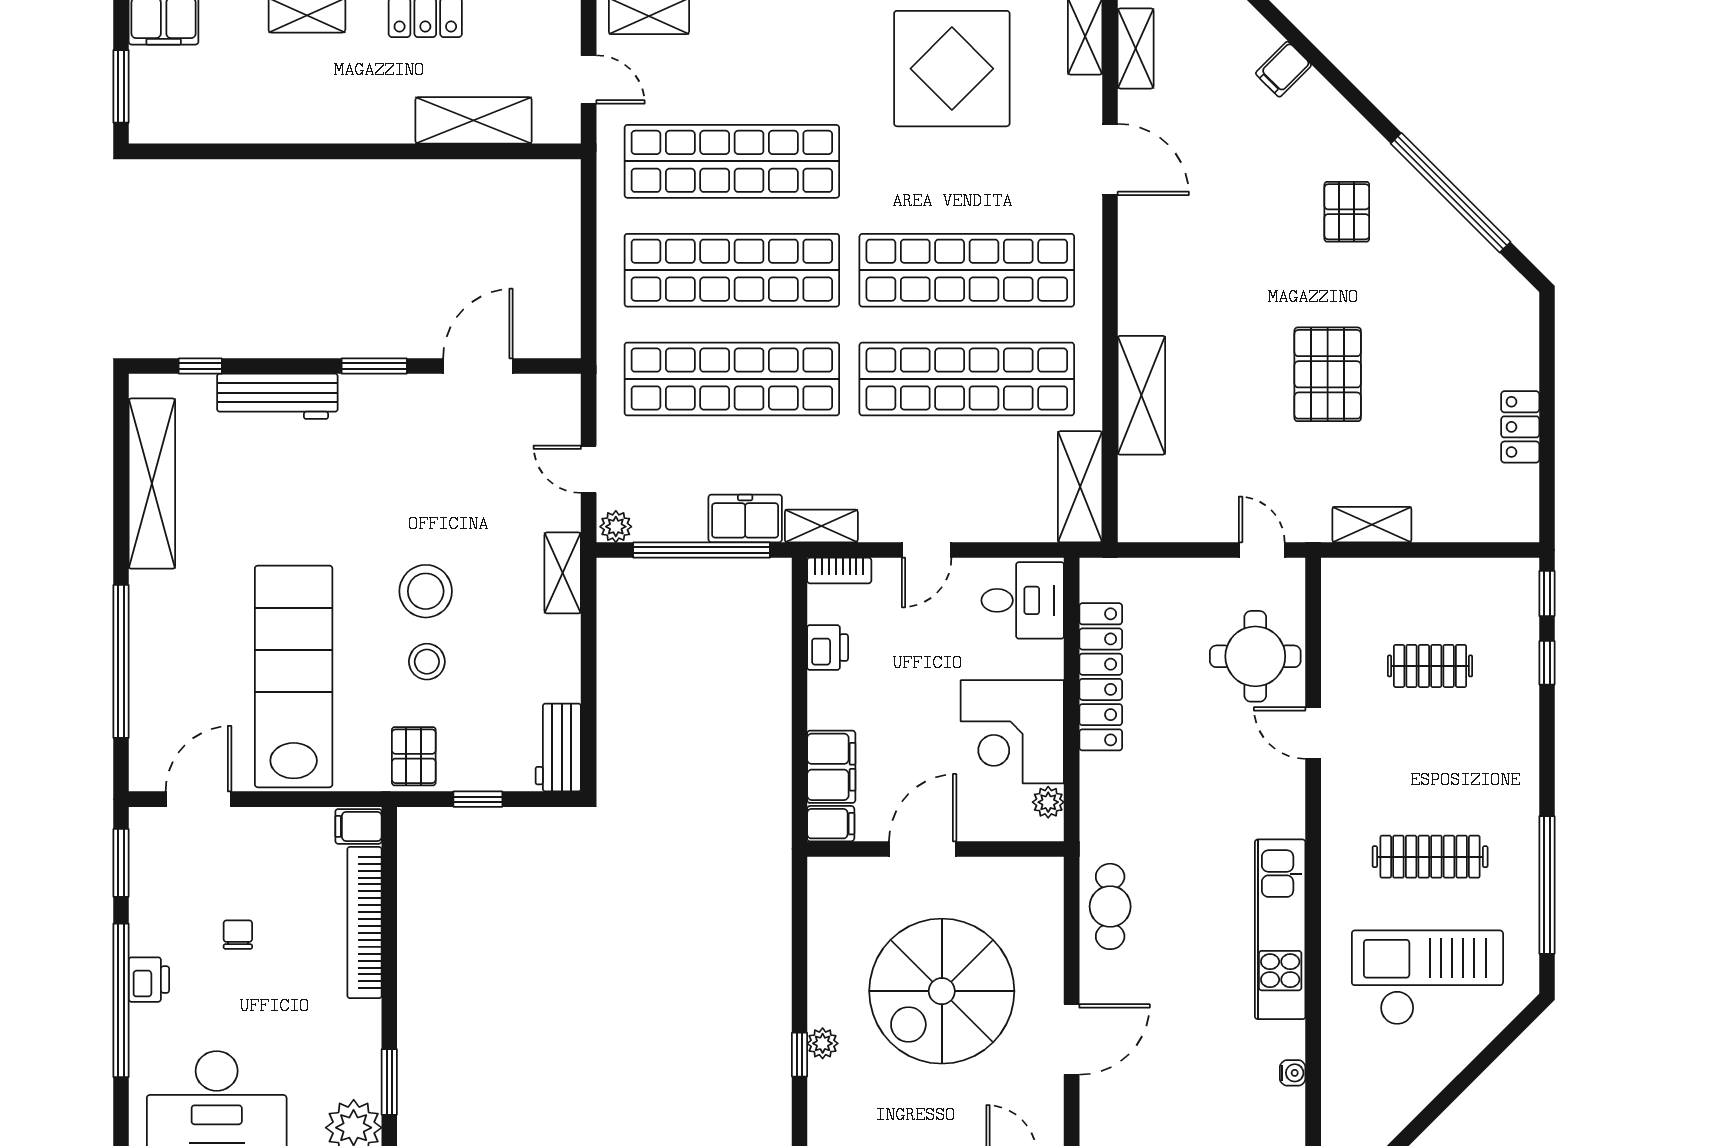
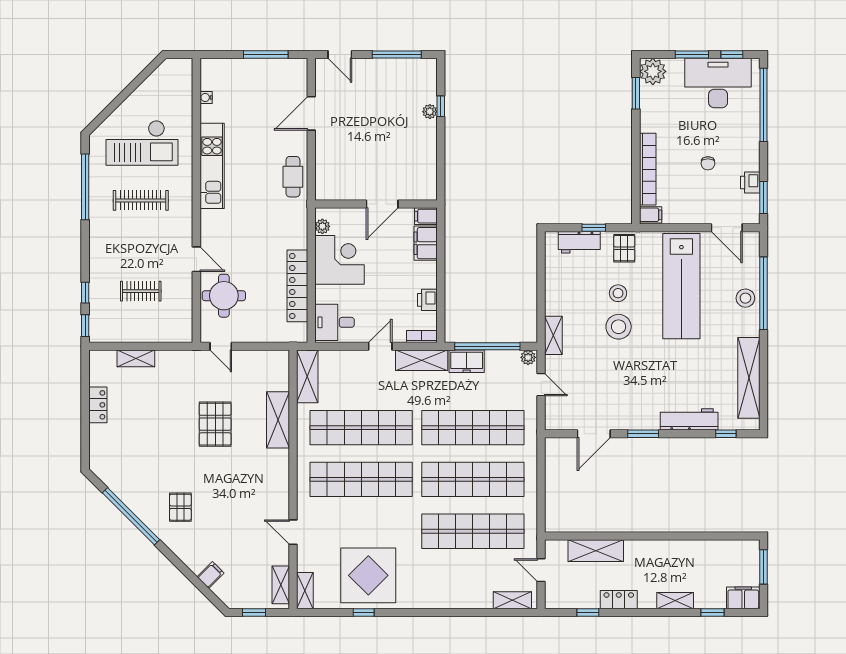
door: (1110, 159) -> (293, 532), width x0.73
pallet: (1328, 374) -> (215, 424), moved
shelving: (1372, 525) -> (136, 358), moved
shelving: (821, 526) -> (422, 360), width x1.50, depth x1.33
stool: (159, 651) -> (745, 298), added
workbench: (558, 747) -> (579, 242), moved, turned 90
door: (198, 799) -> (727, 228), hinge flipped
printer: (149, 980) -> (750, 183), moved
spiral stairs: (942, 991) -> (373, 136), removed
window: (121, 1000) -> (764, 105), moved

